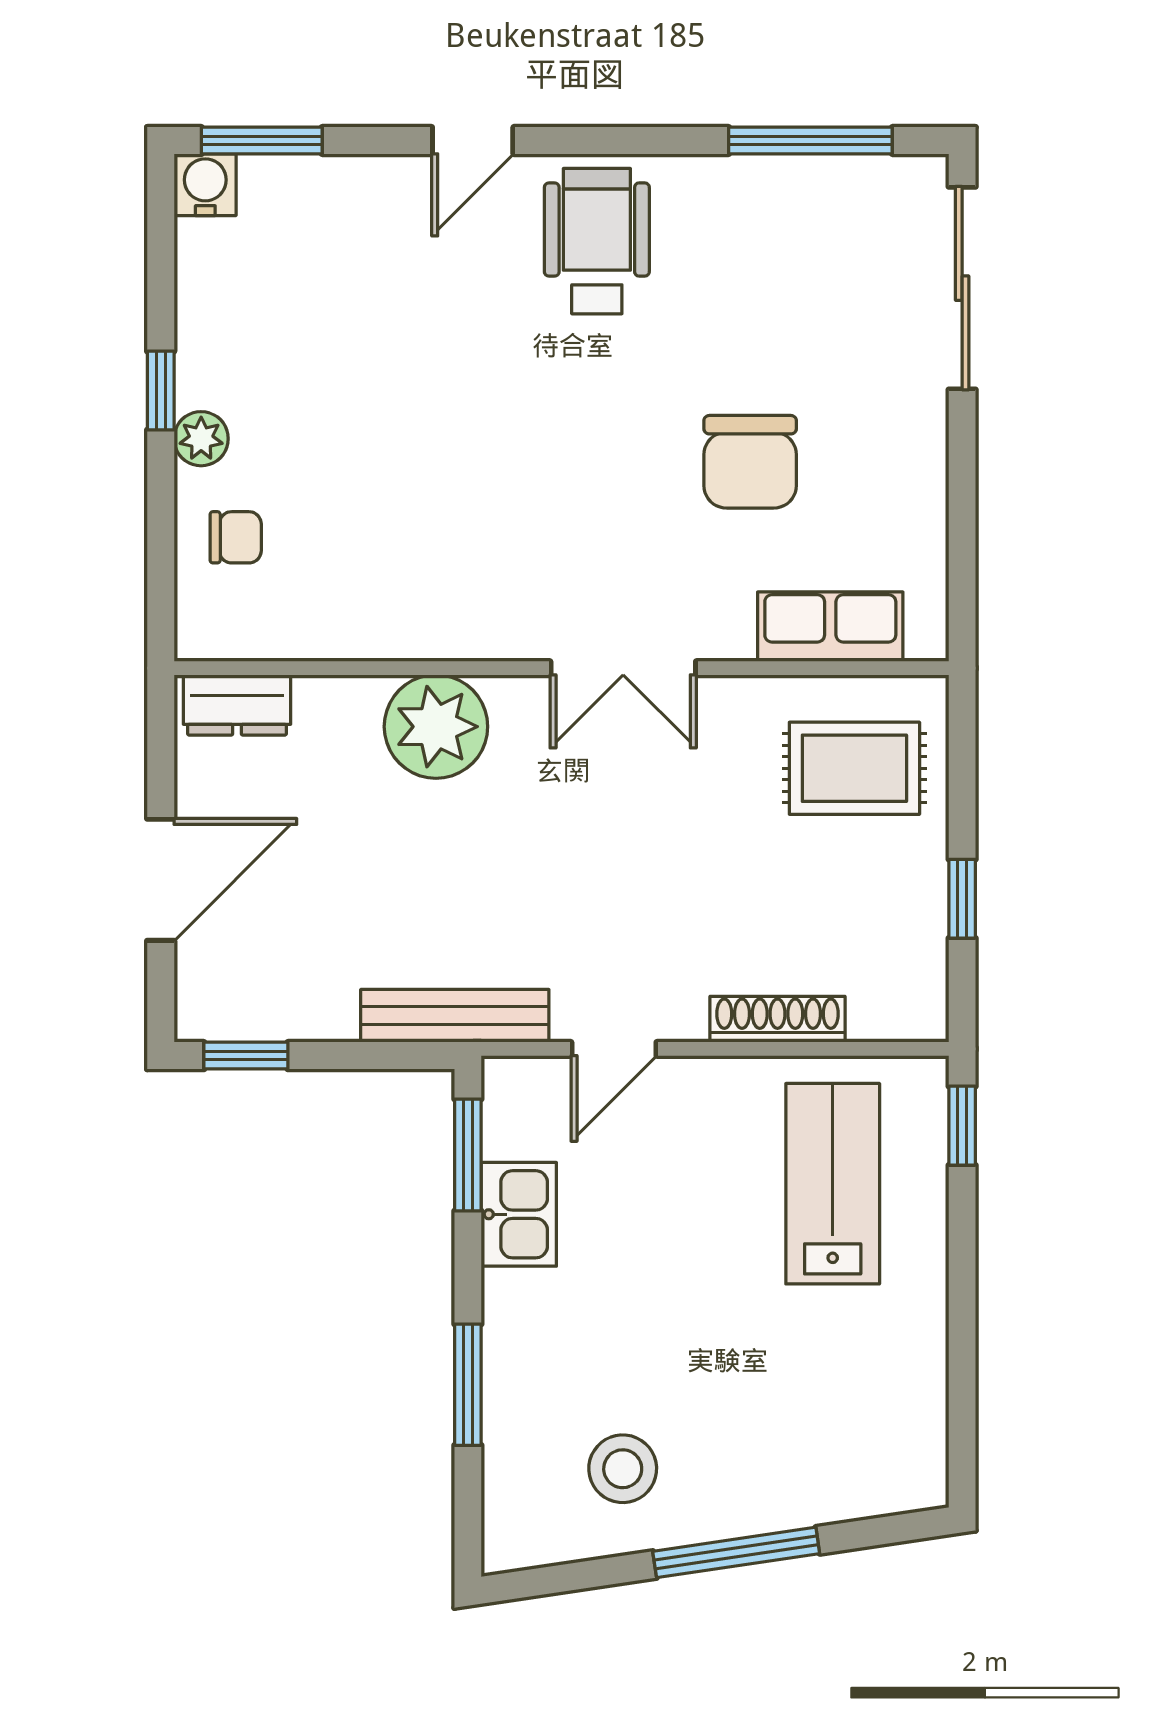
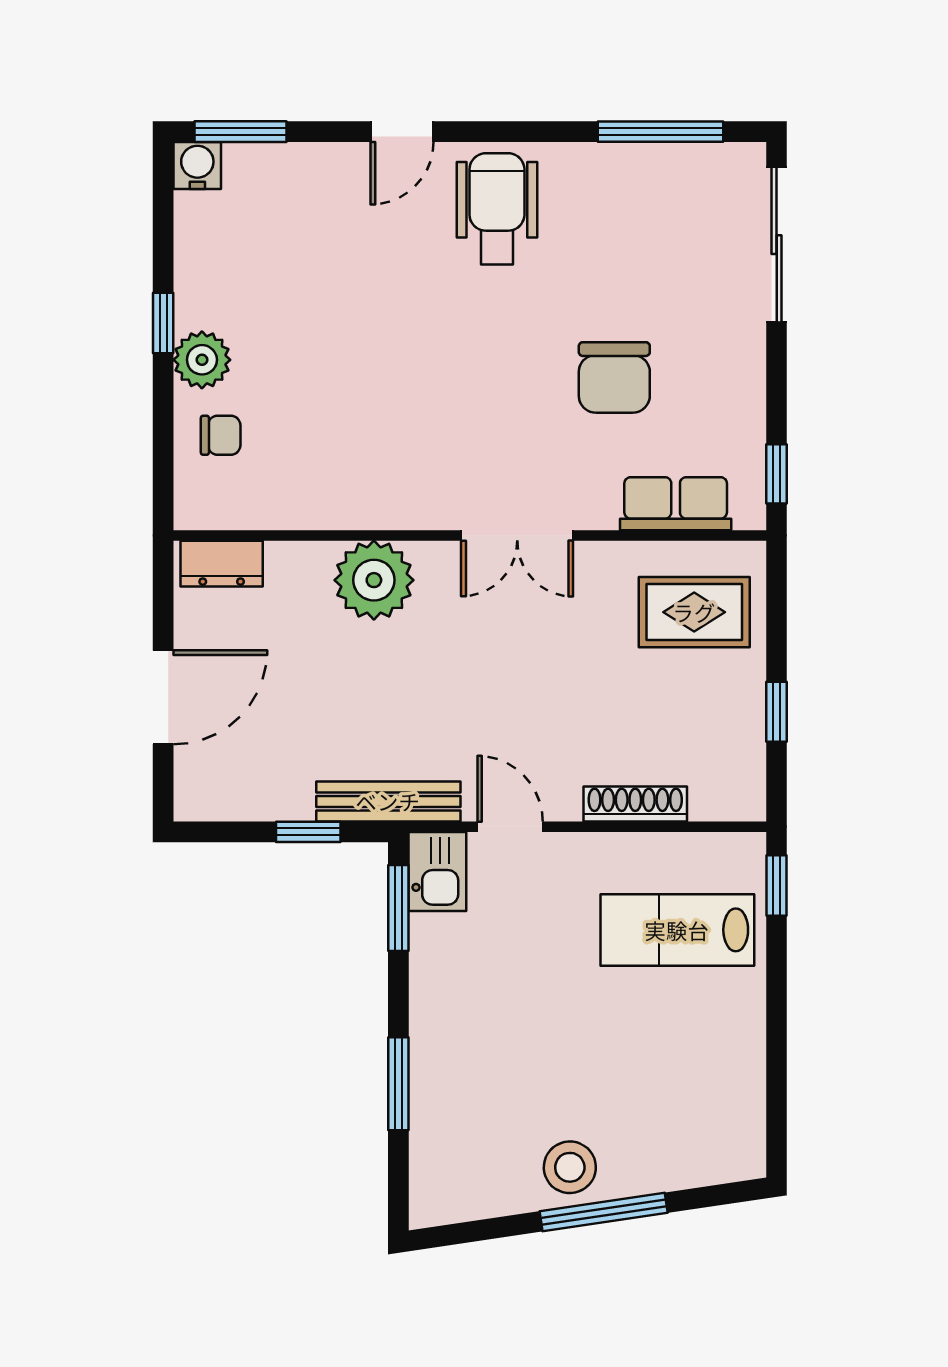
plant: (201, 439) -> (202, 360), width x1.38, depth x1.38
window: (962, 588) -> (777, 474), added
door: (614, 1049) -> (510, 827), swing flipped
window: (246, 1056) -> (308, 832), moved
lab bench: (833, 1184) -> (677, 930), turned -90
kitchen sink: (519, 1214) -> (437, 872), moved
stool: (623, 1469) -> (570, 1167), moved

